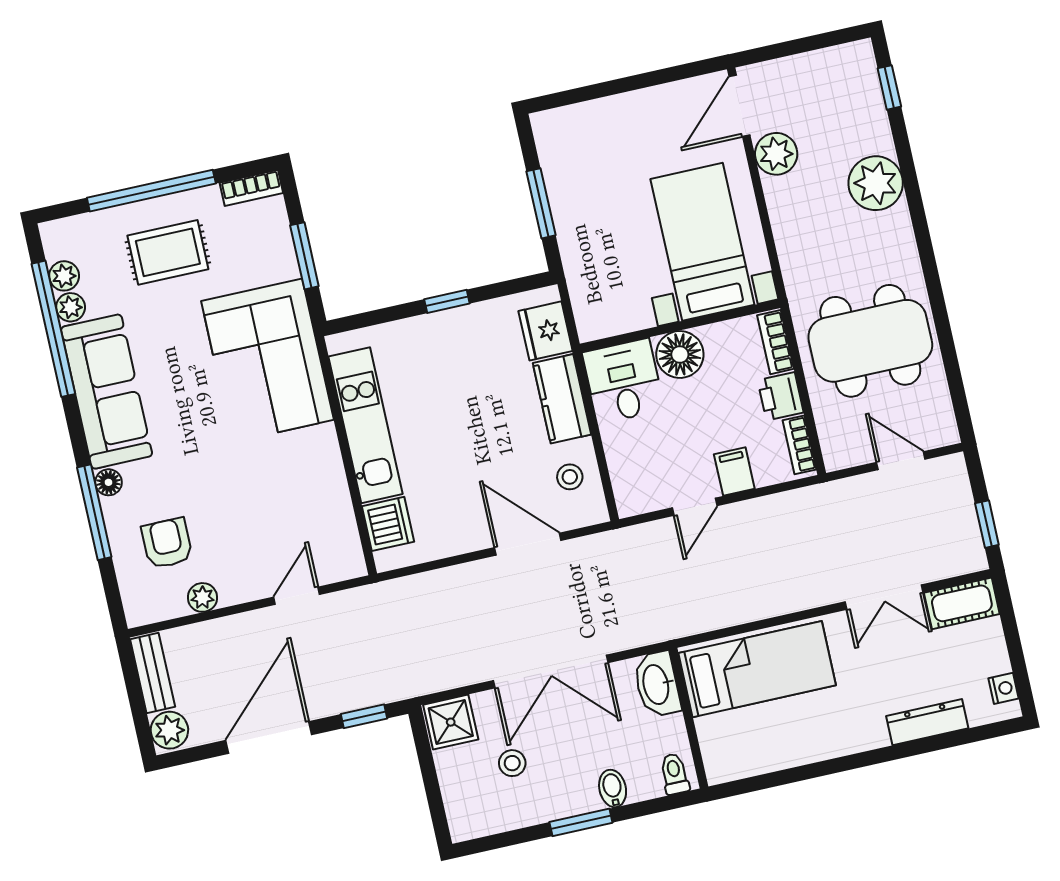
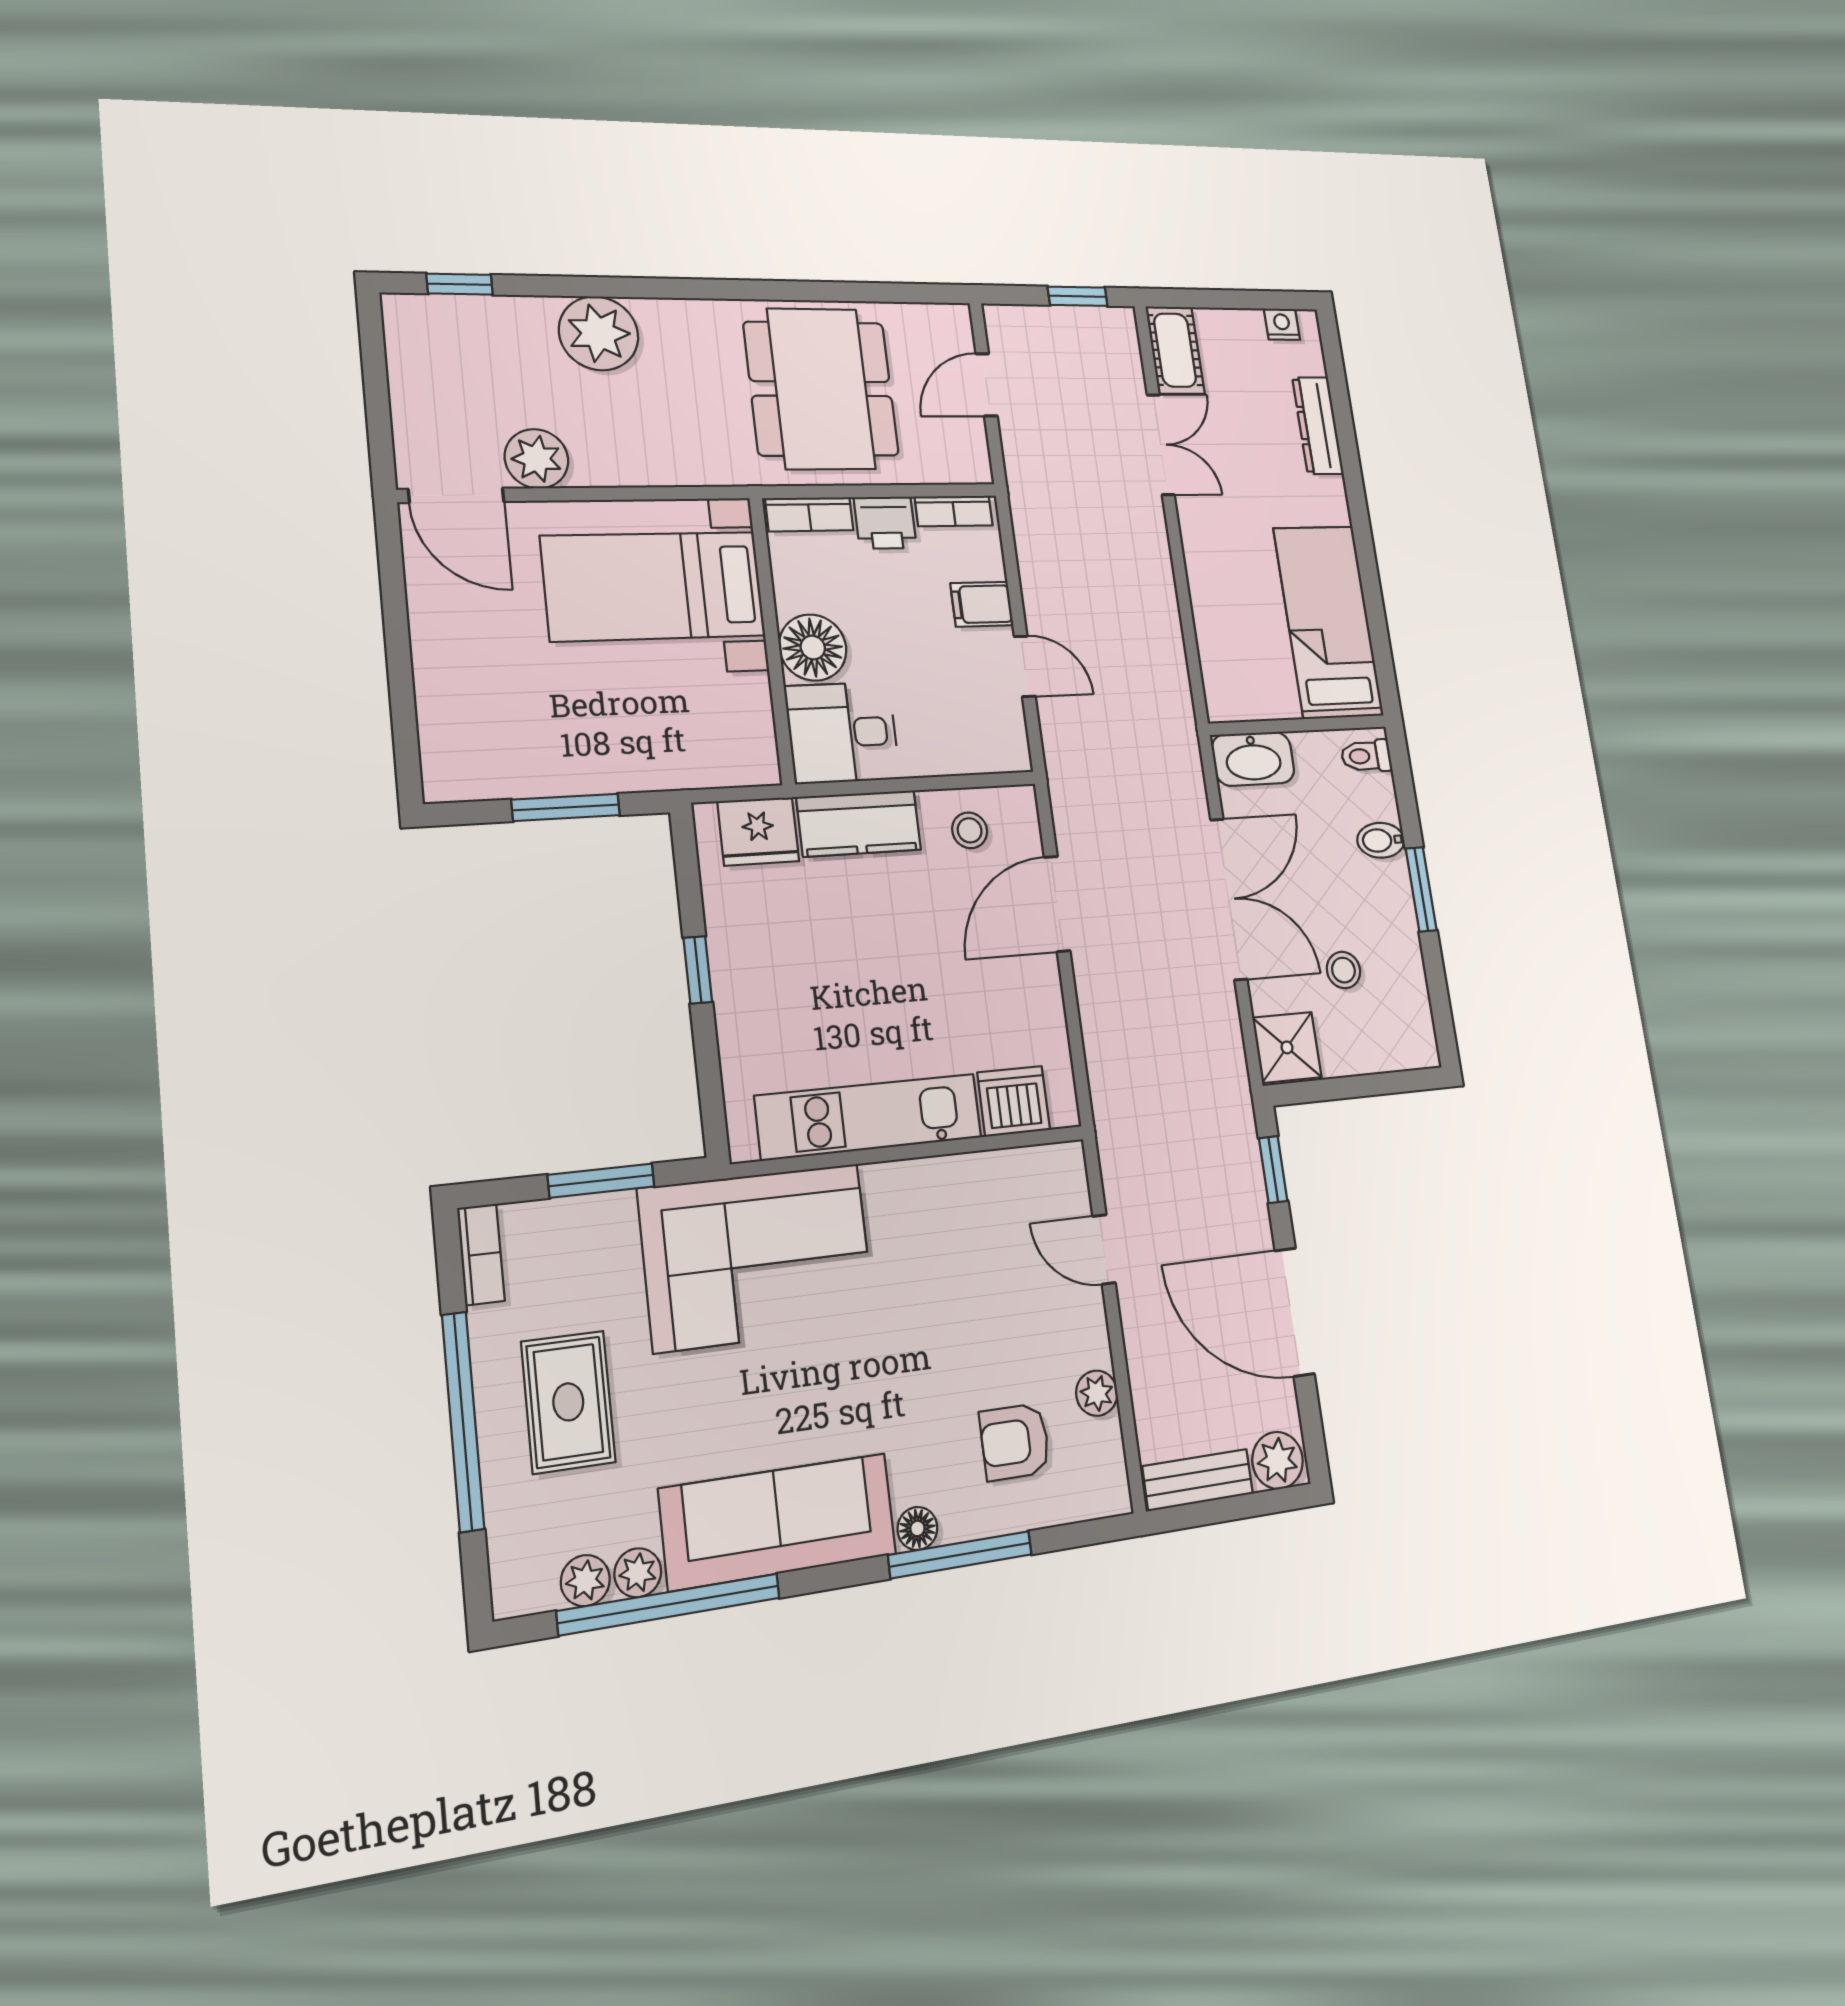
bed: (757, 669) -> (1328, 622), moved

